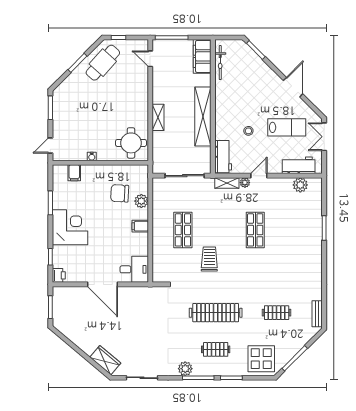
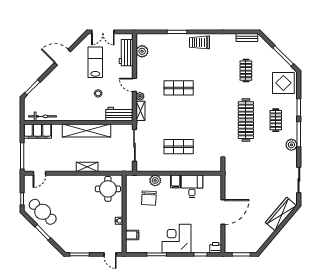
trolley: (209, 259) -> (200, 42), moved
desk: (134, 269) -> (192, 186), moved
wardrobe: (105, 360) -> (281, 214), width x1.50

